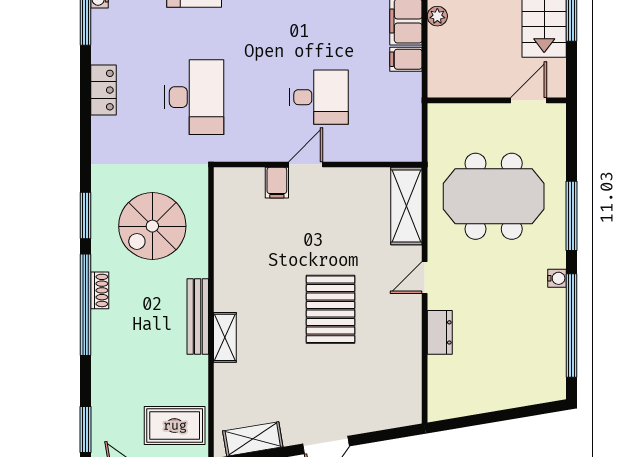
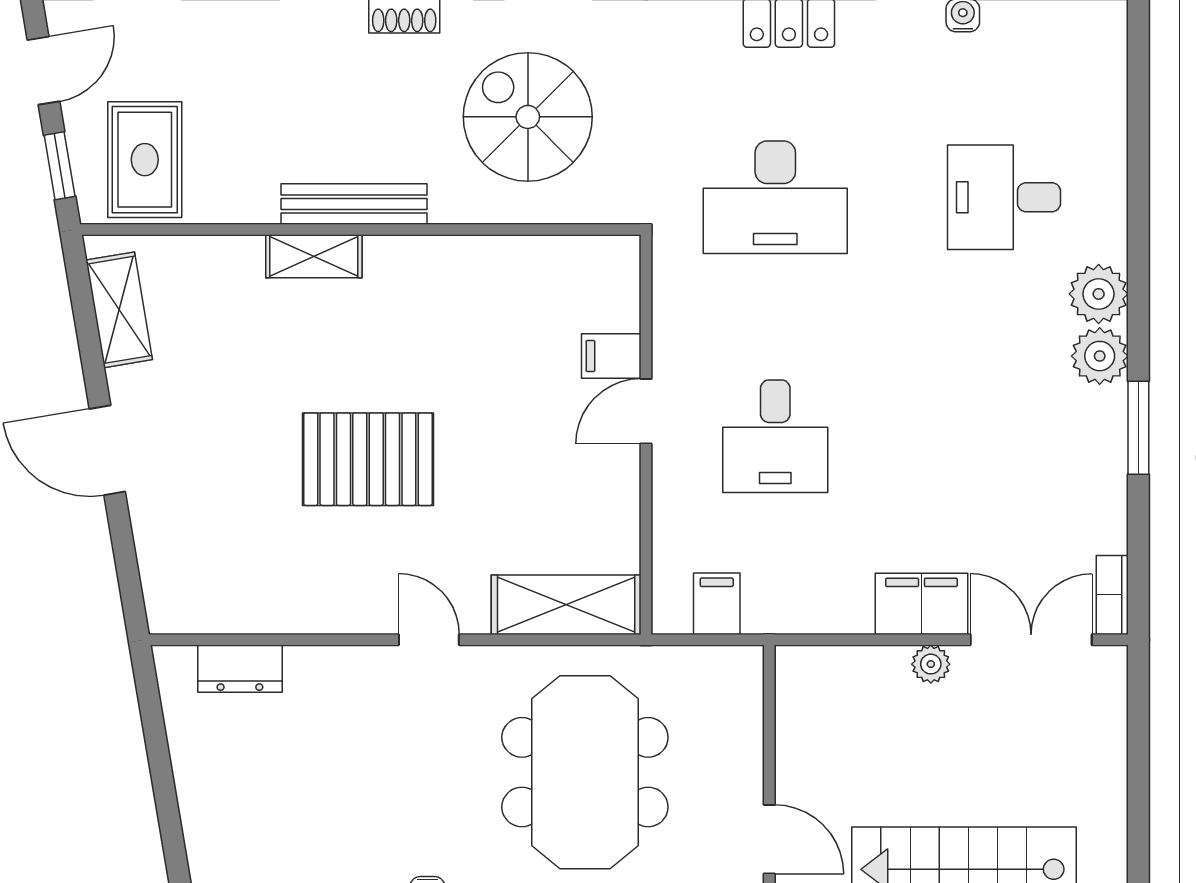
filing cabinet: (406, 59) -> (717, 604), moved
door: (306, 164) -> (646, 411), swing flipped
dresser: (440, 332) -> (240, 669), moved

